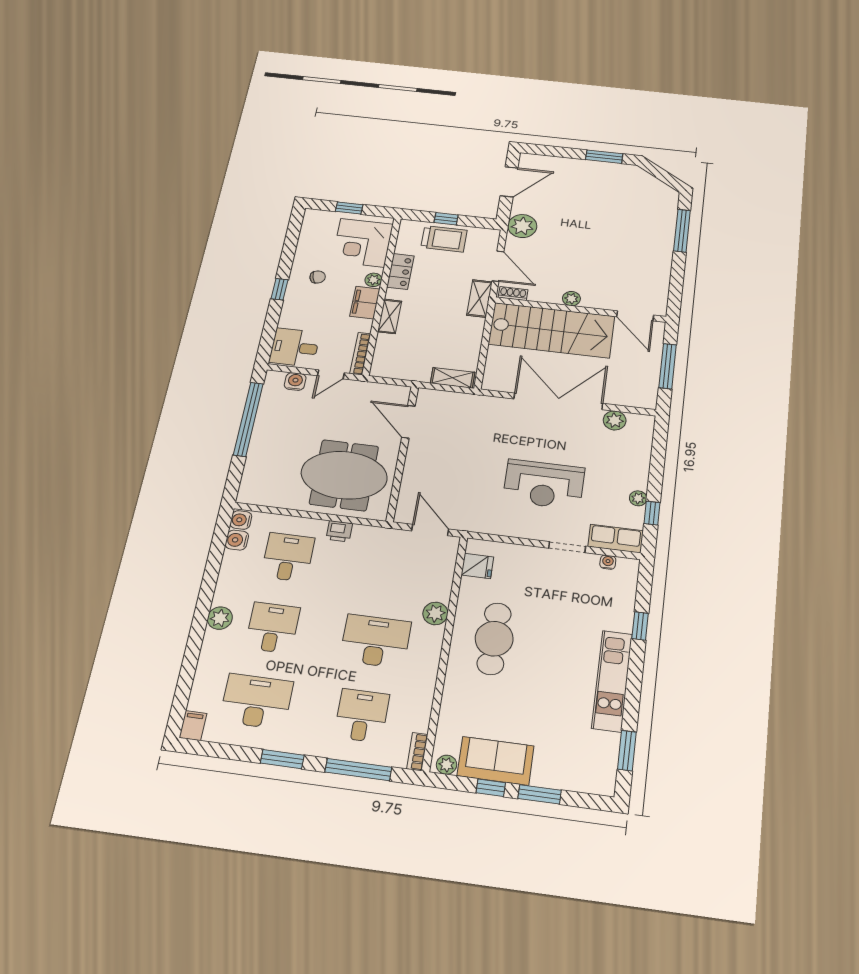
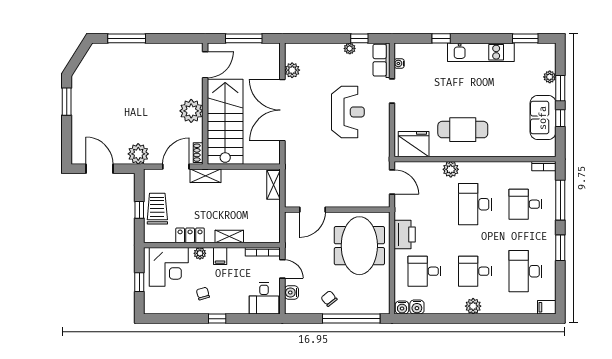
plant: (571, 299) -> (191, 111), width x1.88, depth x1.88
filing cabinet: (365, 303) -> (220, 256), width x0.50
window: (248, 419) -> (351, 319), moved
chair: (276, 427) -> (329, 299), added
door: (430, 530) -> (392, 182), swing flipped
printer: (339, 531) -> (405, 234), width x1.87, depth x1.48
fridge: (477, 566) -> (414, 144), width x1.88, depth x1.34
plant: (447, 765) -> (550, 77), moved

